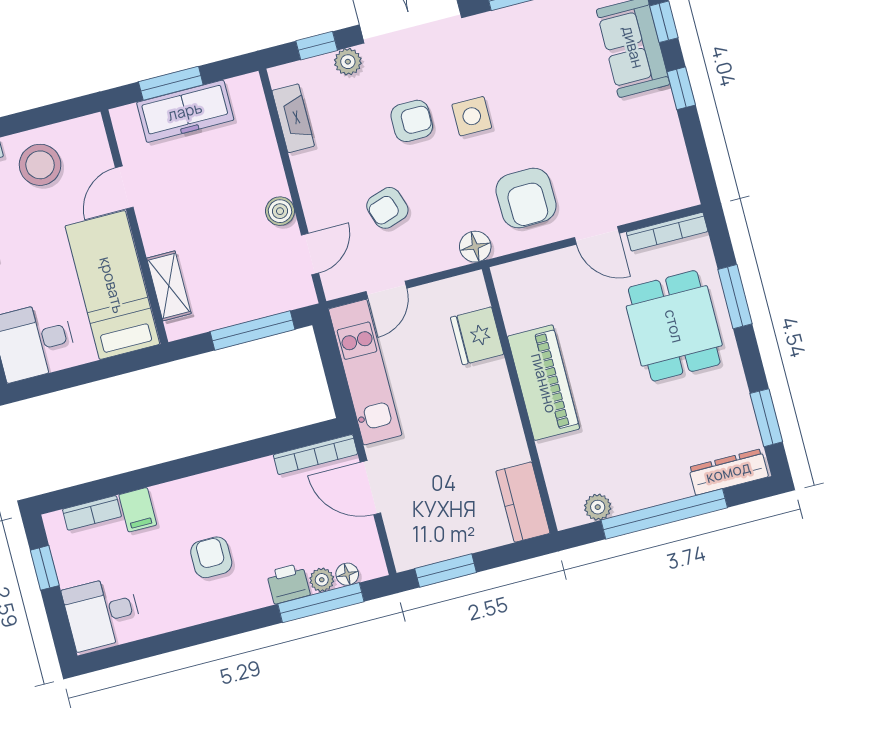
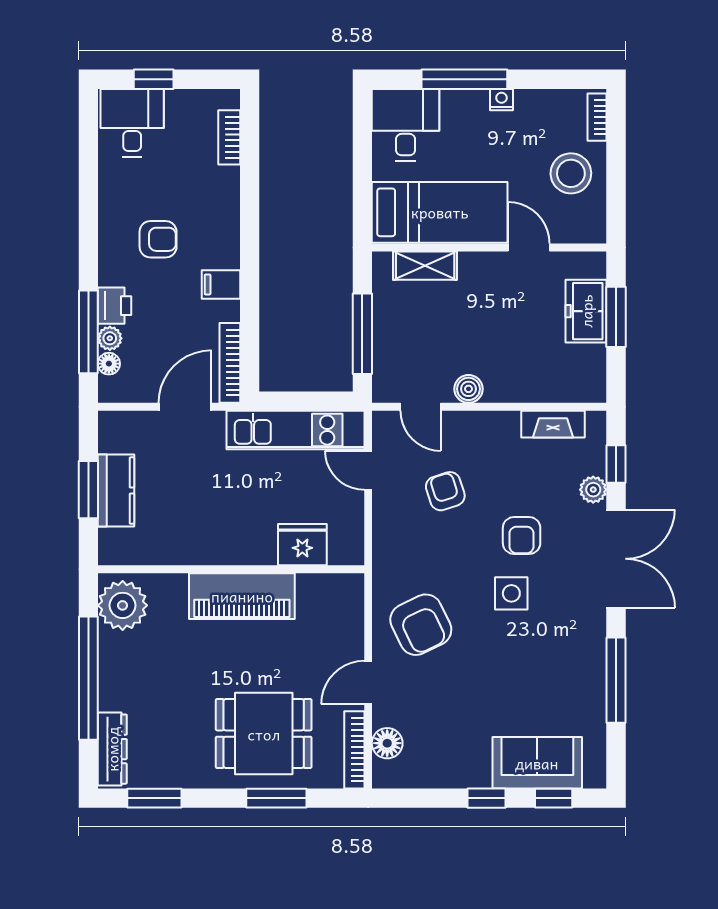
freezer: (185, 111) -> (586, 311), width x0.71
armchair: (526, 198) -> (421, 625), turned -115
floor lamp: (475, 247) -> (387, 743), moved
kitchen counter: (523, 502) -> (116, 491), moved, turned 90
plant: (598, 507) -> (123, 605), width x1.88, depth x1.88
filing cabinet: (138, 510) -> (221, 284), moved
window: (45, 568) -> (154, 79), moved
window: (446, 570) -> (88, 490), moved

